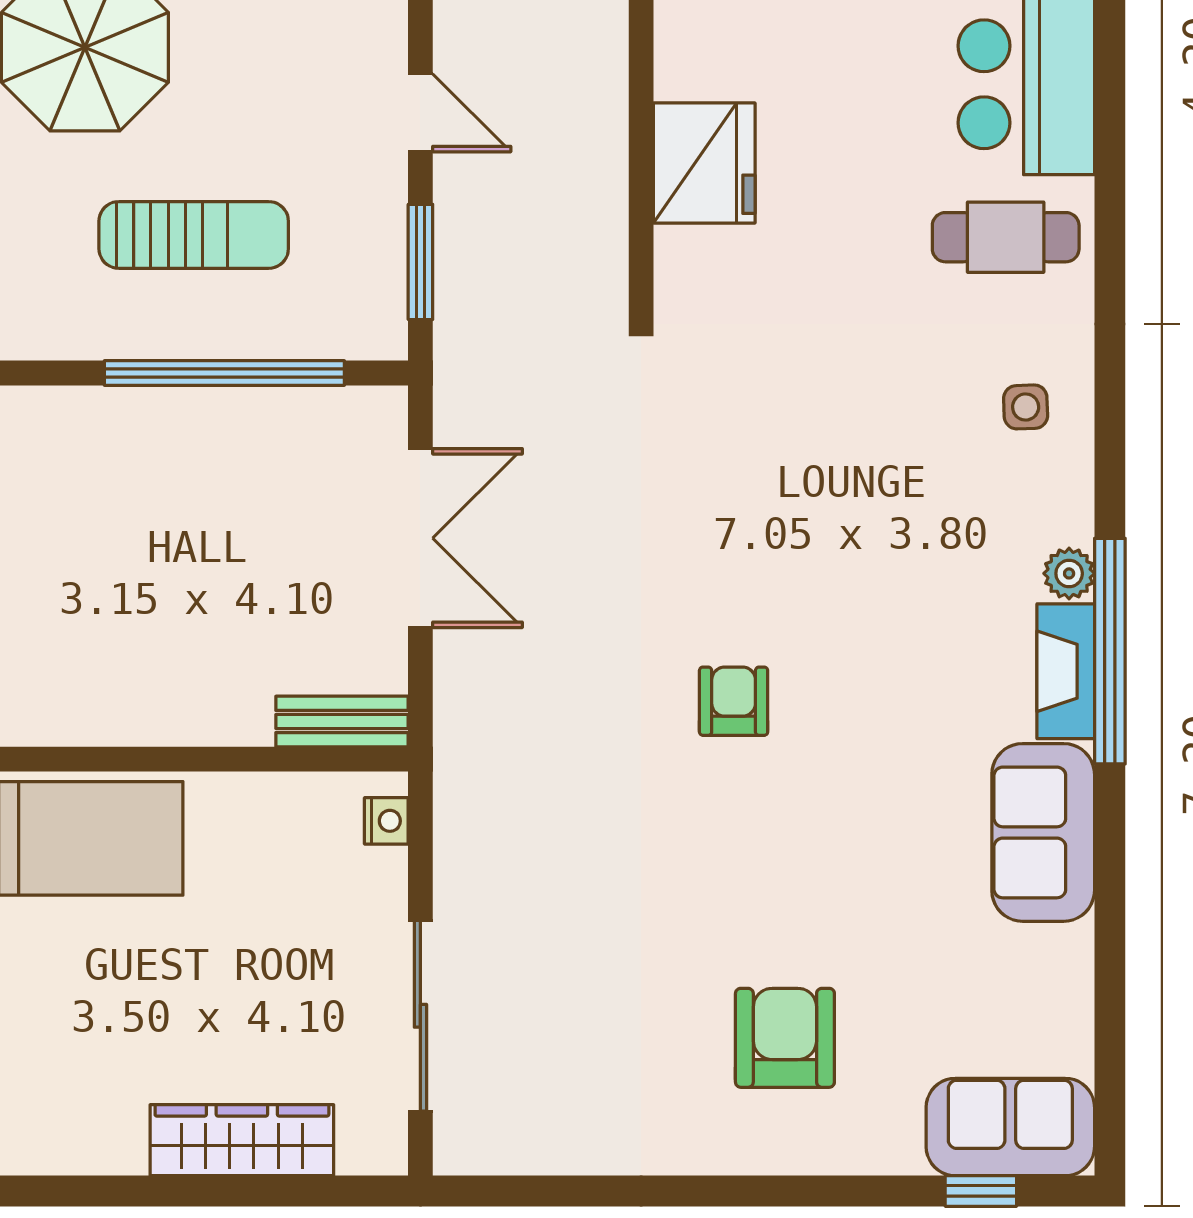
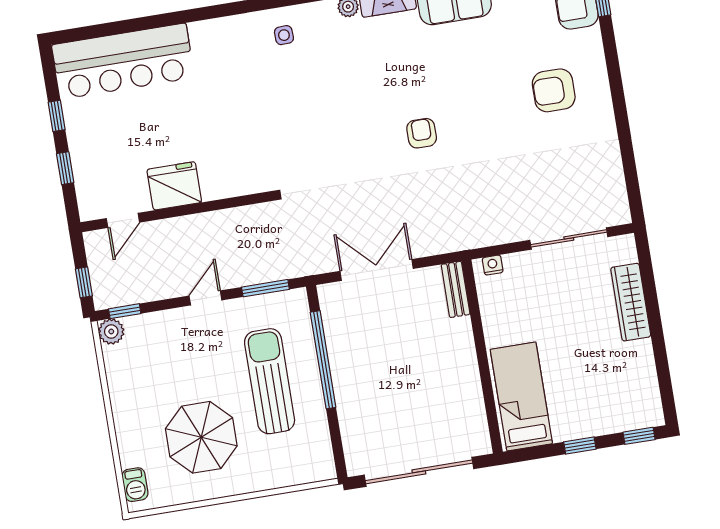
fridge: (704, 163) -> (174, 186), moved
sun lounger: (194, 235) -> (270, 381), width x1.36, depth x1.34
cafe table: (1006, 237) -> (217, 54), removed
armchair: (734, 701) -> (422, 133), turned 90

